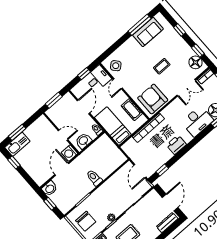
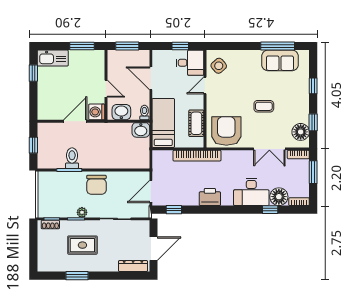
door: (83, 107) -> (151, 78), swing flipped
window: (17, 132) -> (82, 46), moved
toilet: (94, 178) -> (72, 158), moved
washbasin: (50, 189) -> (141, 130), moved
chair: (86, 221) -> (96, 185), moved

